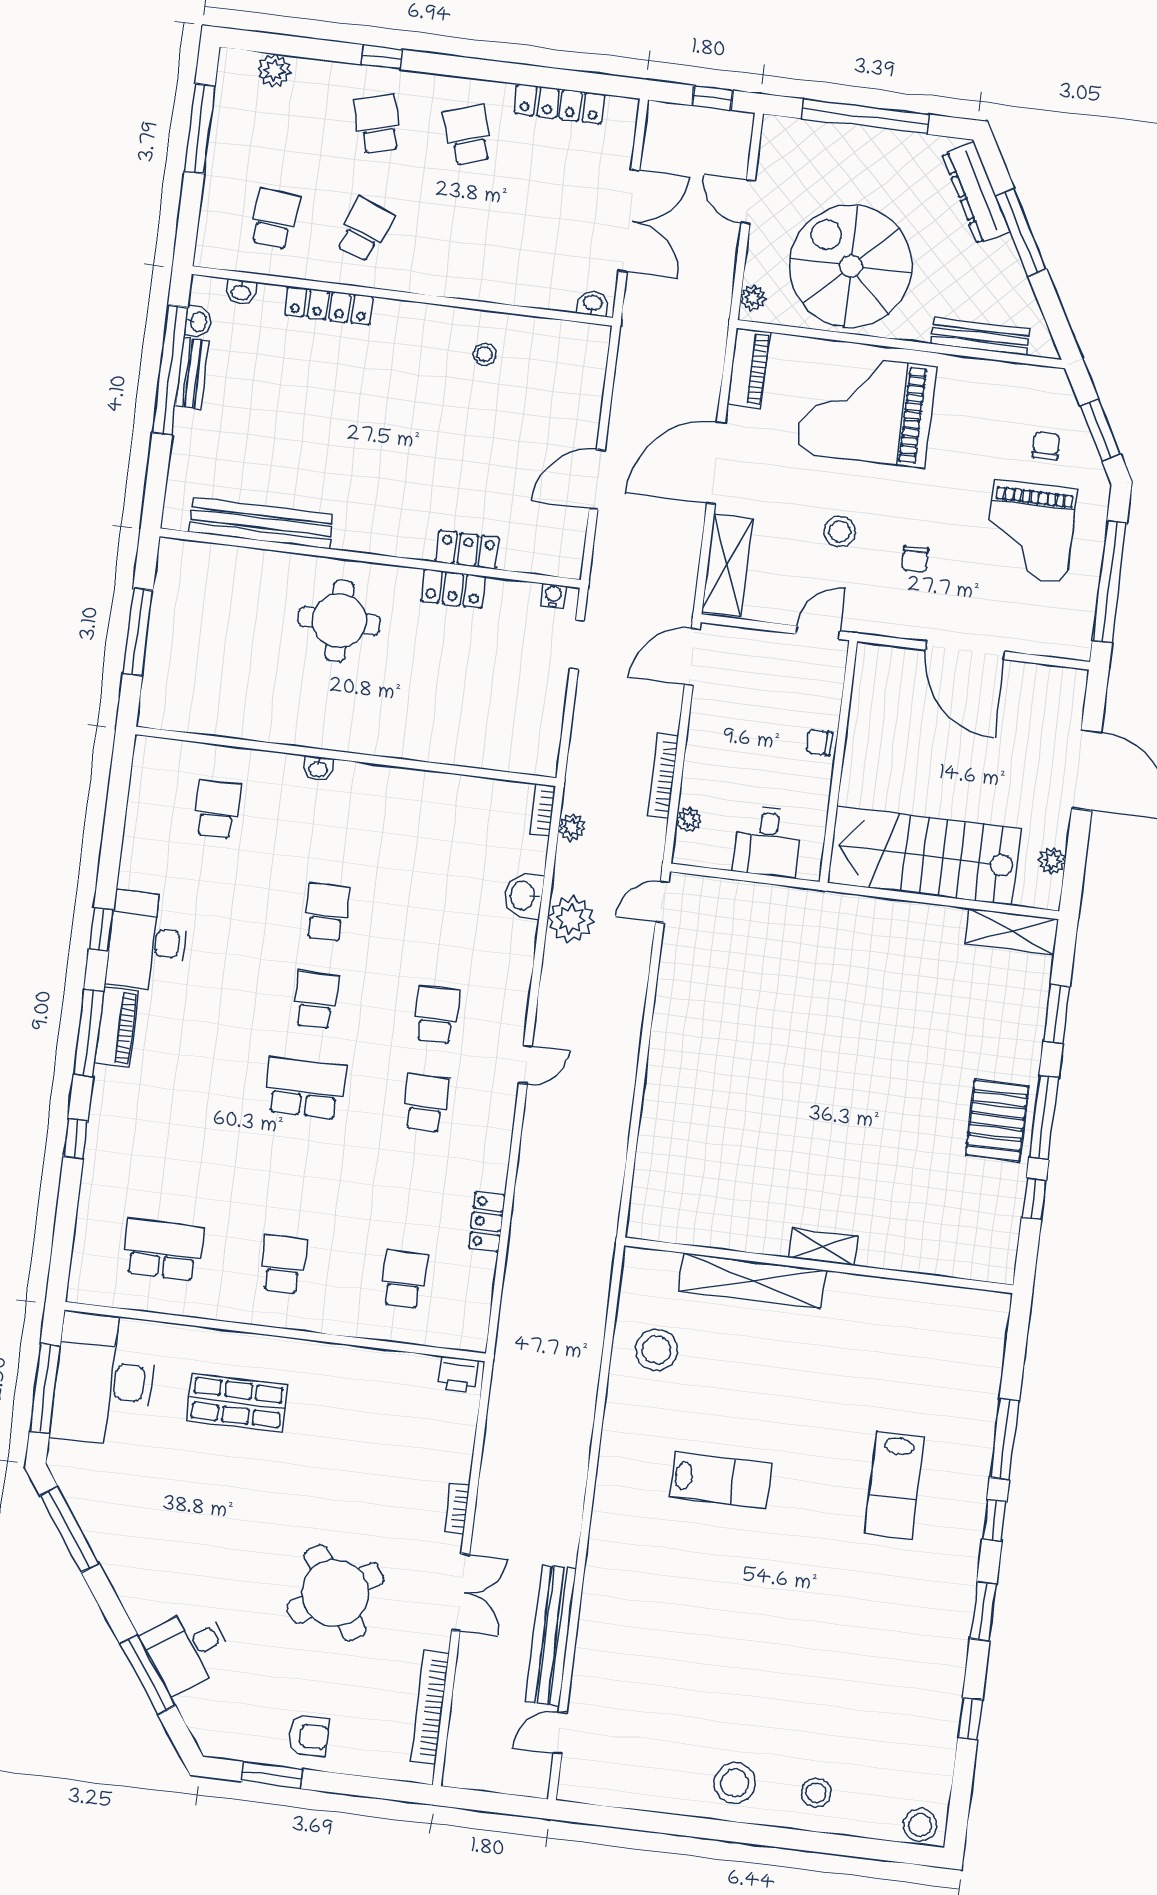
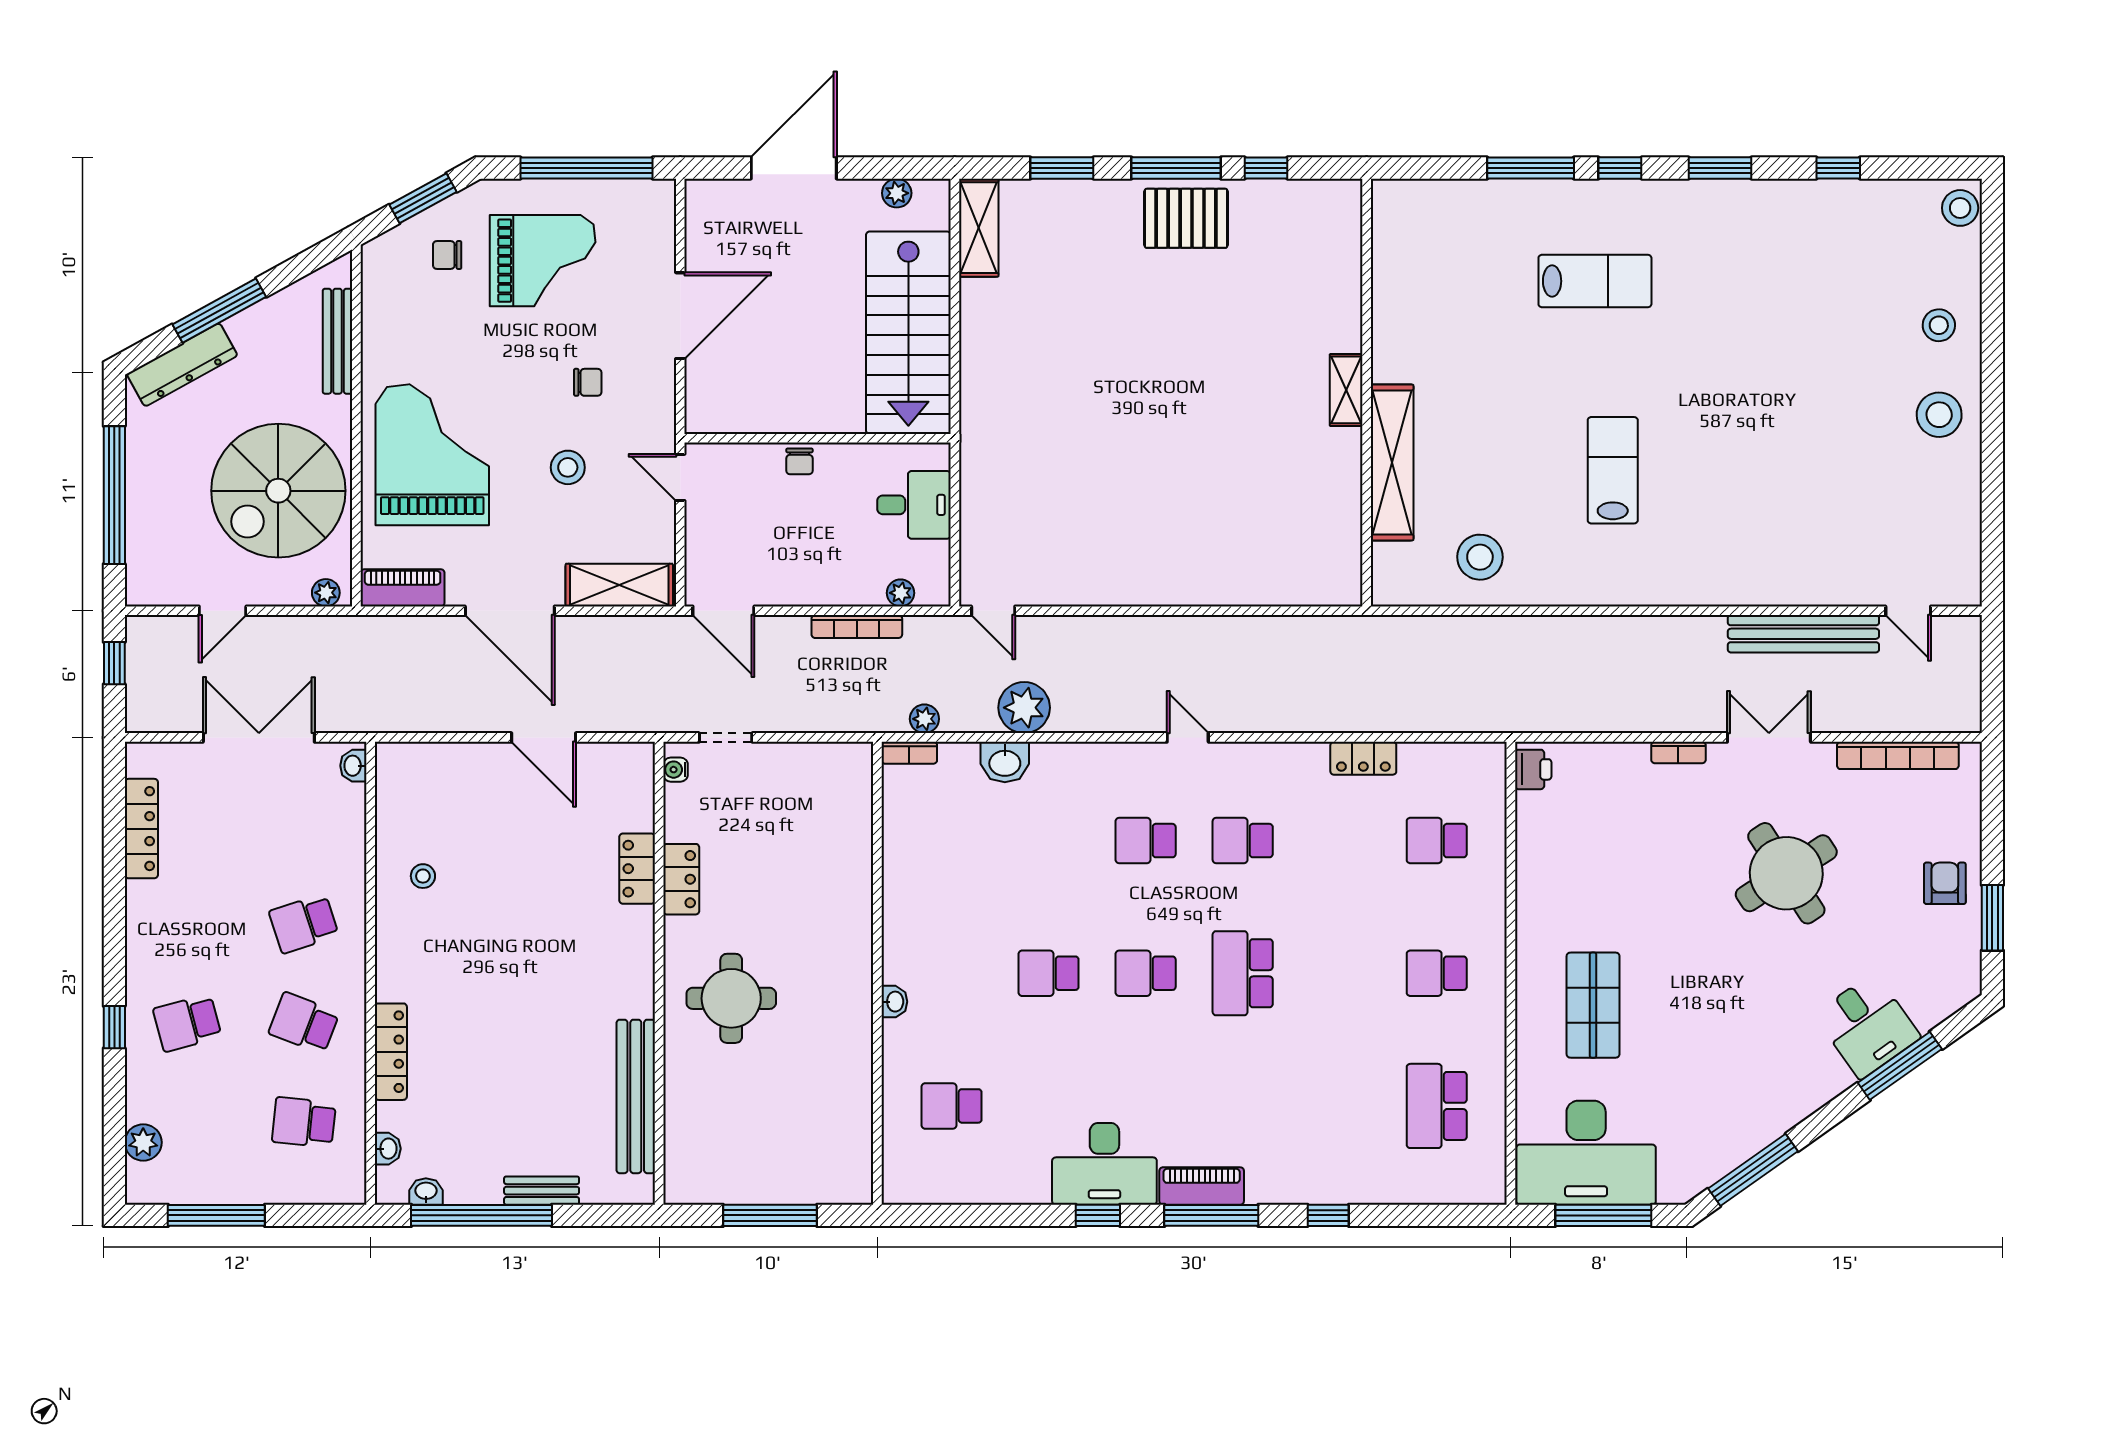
school desk: (468, 135) -> (304, 924), moved
bench: (192, 374) -> (542, 1191), moved
grand piano: (866, 410) -> (432, 455), turned 180

